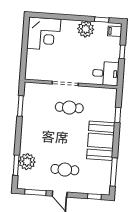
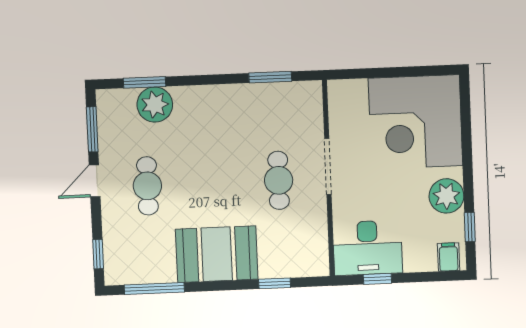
corner desk: (44, 34) -> (415, 122), width x1.36, depth x1.36
window: (122, 52) -> (377, 279), moved
desk: (106, 73) -> (368, 248), width x1.37

